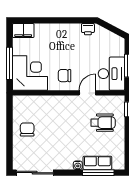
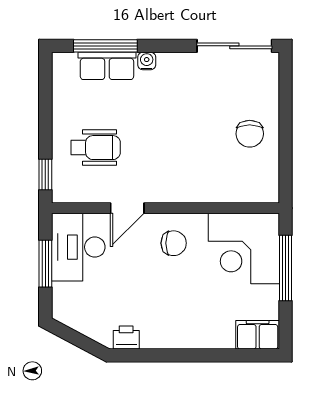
wheelchair: (103, 123) -> (96, 148), turned 180

